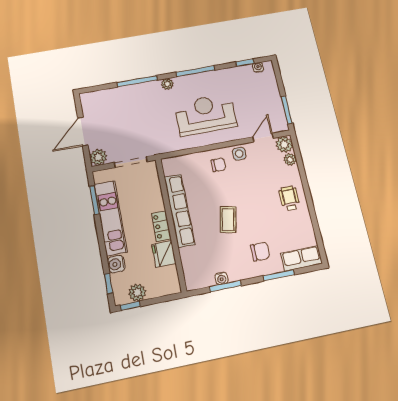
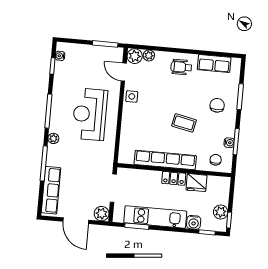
row of seats: (110, 96) -> (51, 190), added
chair: (218, 165) -> (216, 160), moved
row of seats: (302, 258) -> (214, 64), moved, turned -90

